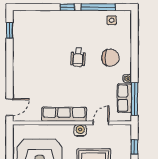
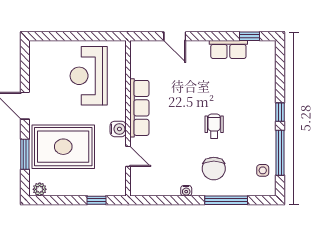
wheelchair: (78, 57) -> (214, 126), turned 86
row of seats: (124, 98) -> (228, 49), moved, turned 180
window: (134, 99) -> (226, 200), moved
door: (10, 107) -> (175, 36), moved

